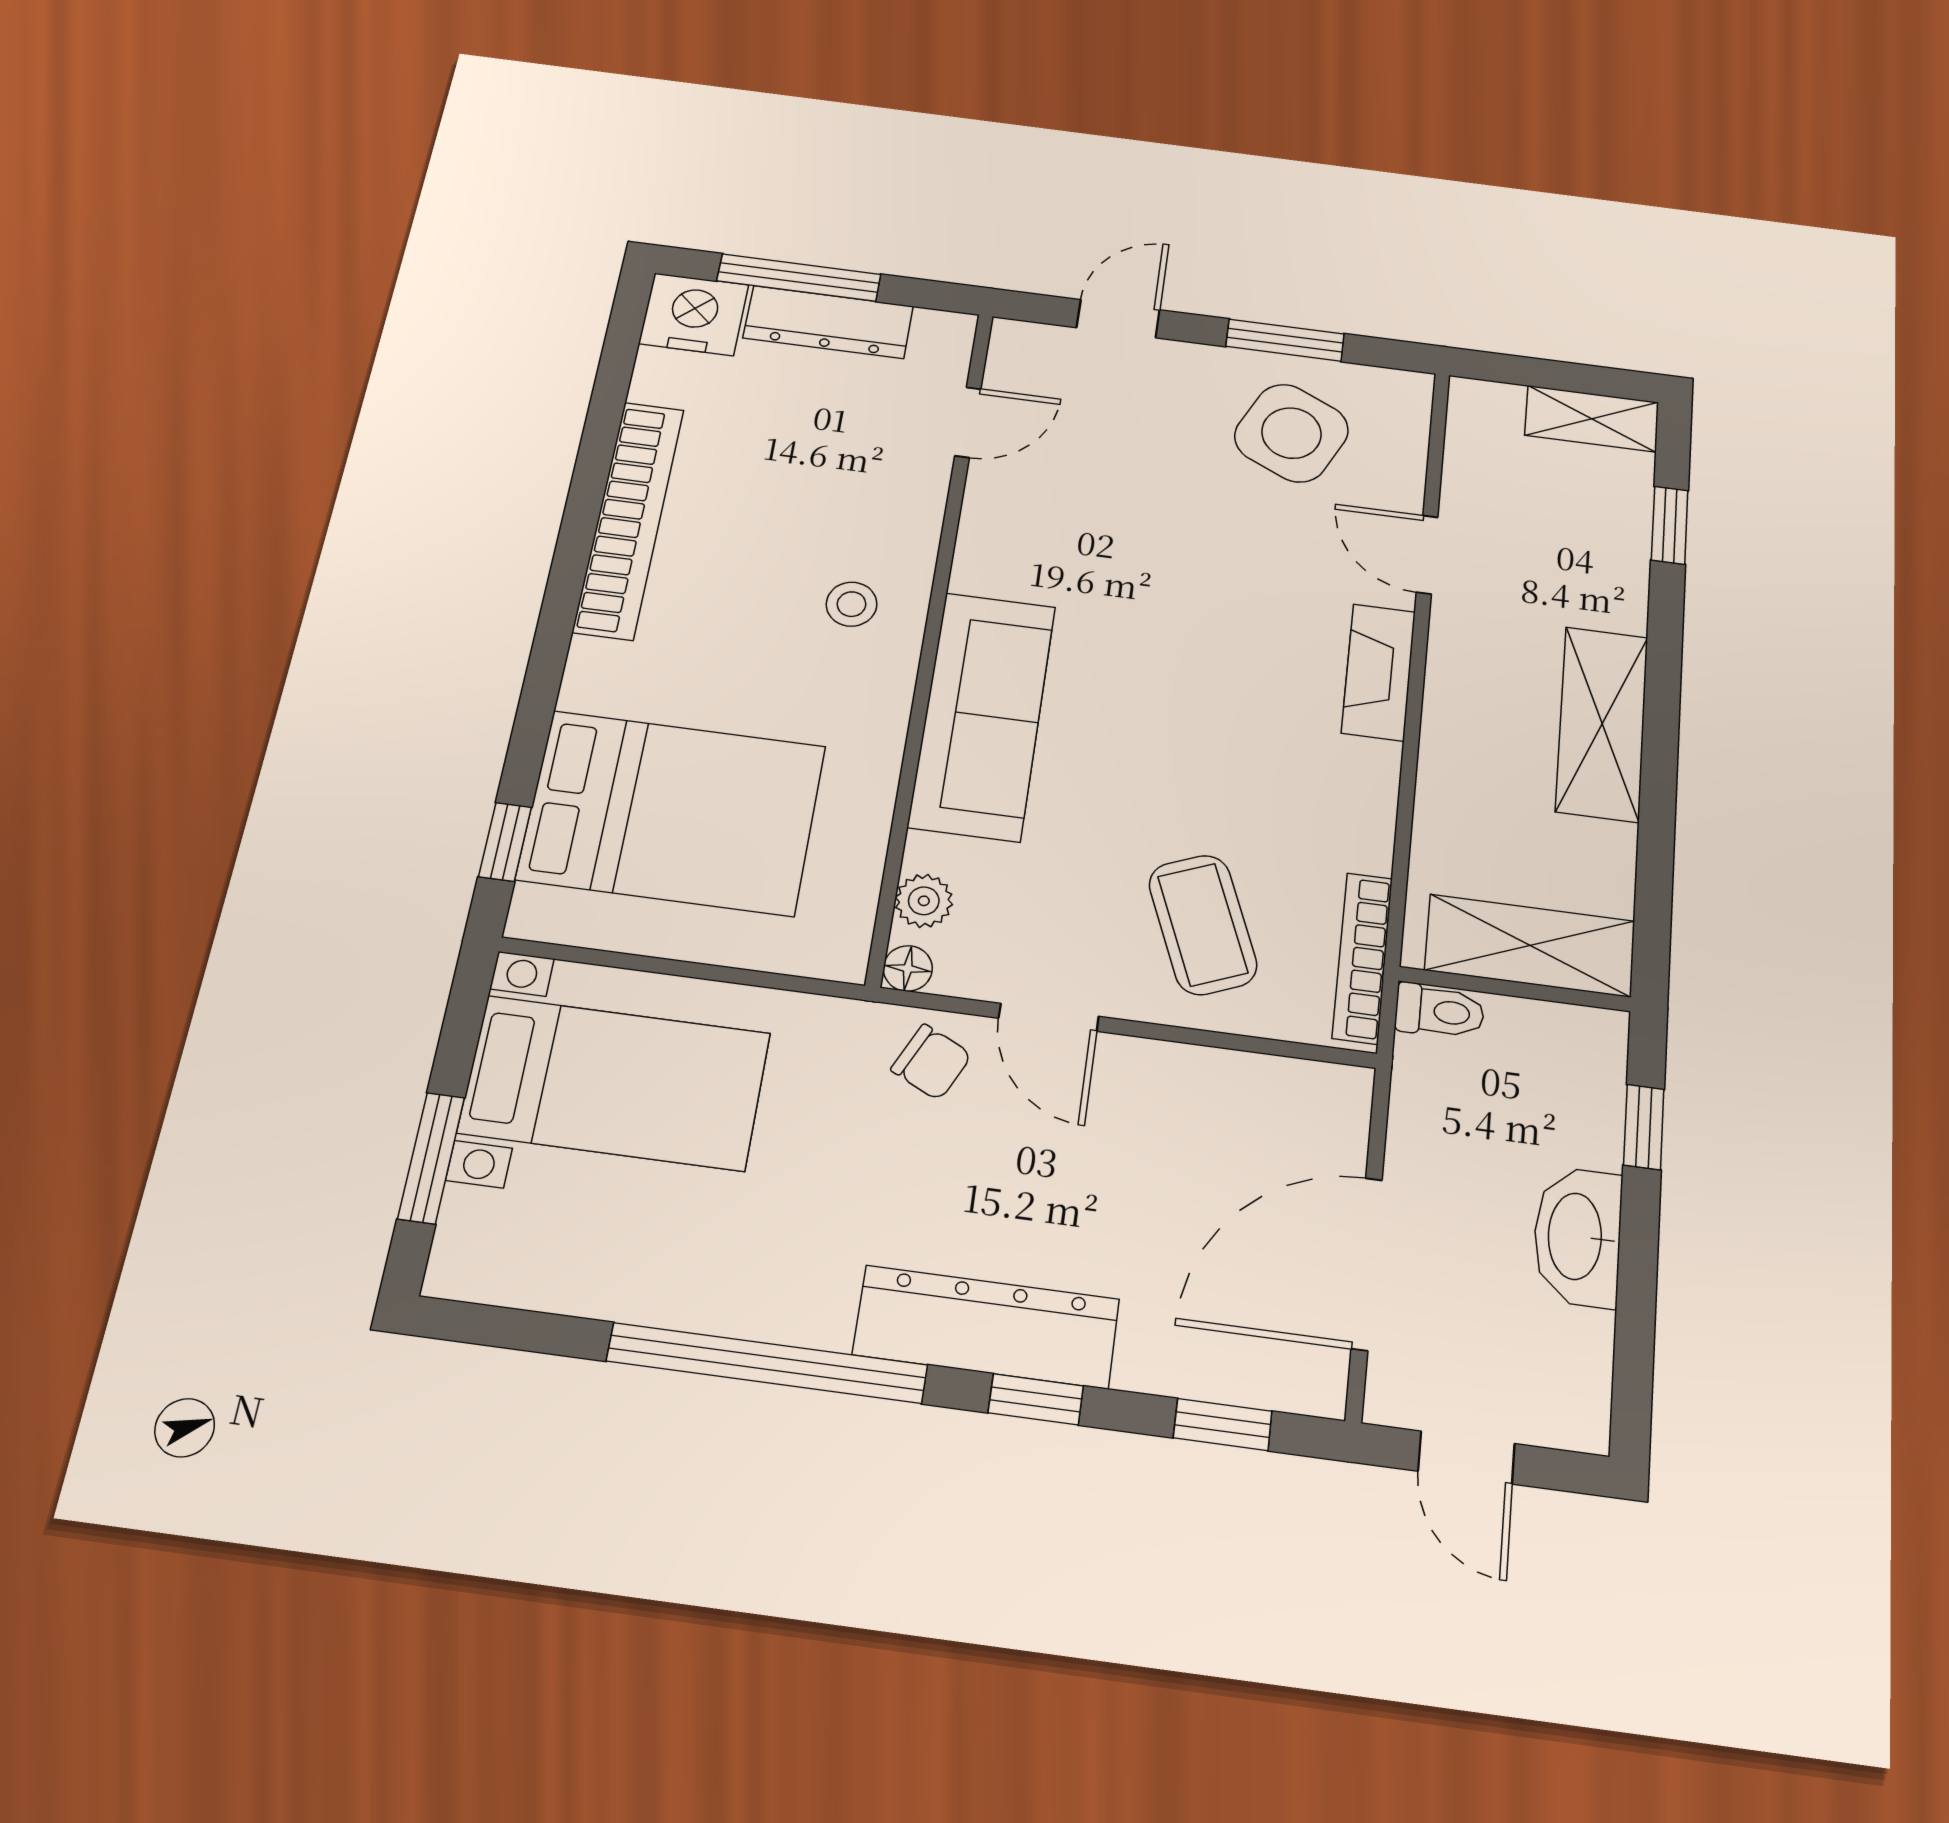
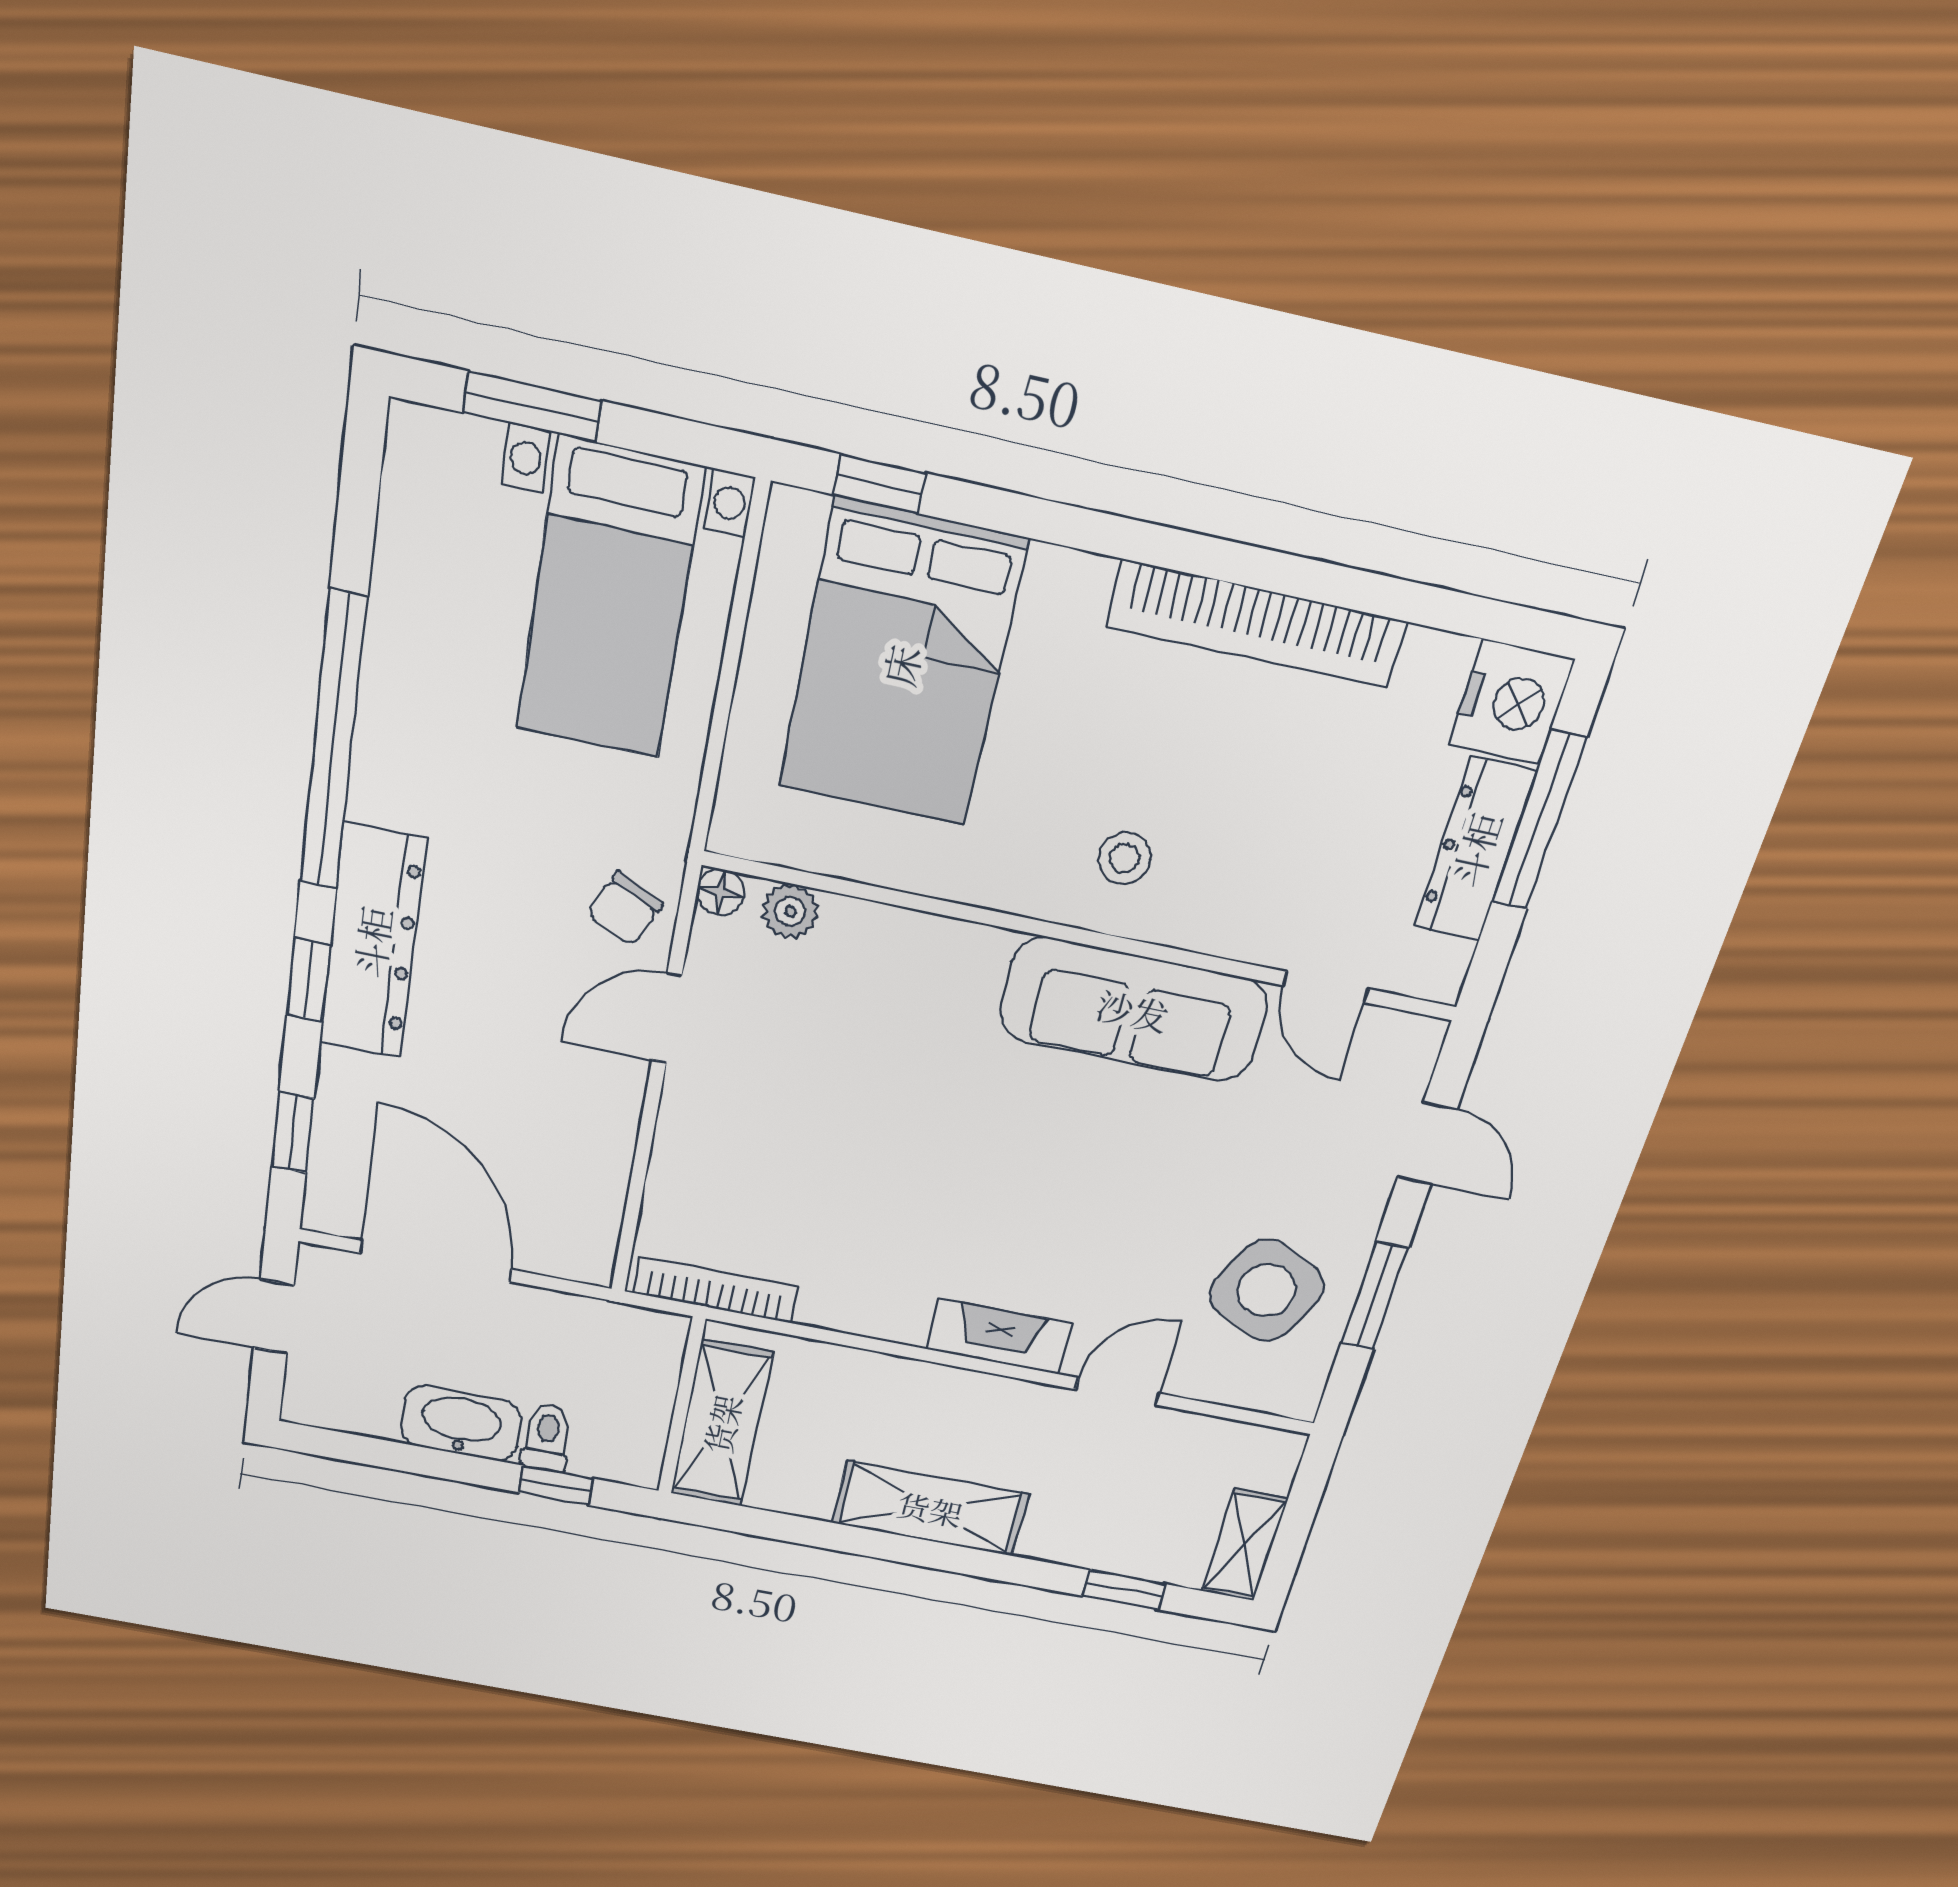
sofa: (982, 715) -> (1133, 1010), moved
coffee table: (1203, 925) -> (754, 1160), removed
toilet: (1440, 1011) -> (547, 1437), moved, turned 180

